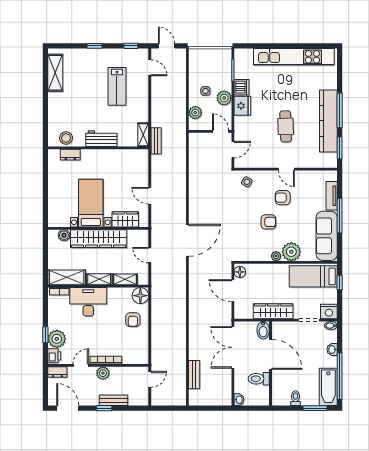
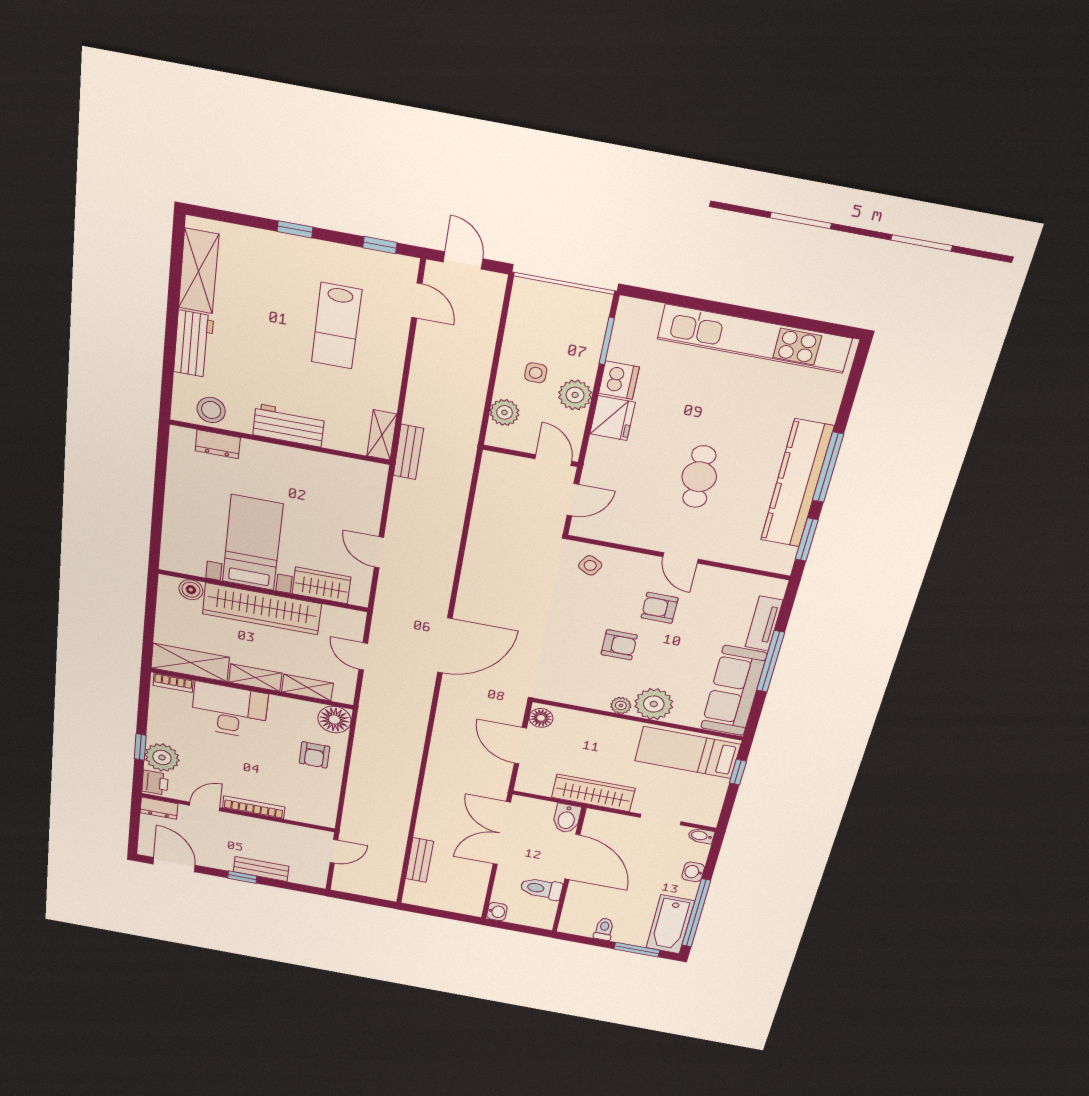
workbench: (56, 107) -> (194, 344), added
nightstand: (329, 312) -> (703, 814), removed
plant: (103, 373) -> (246, 826), removed

